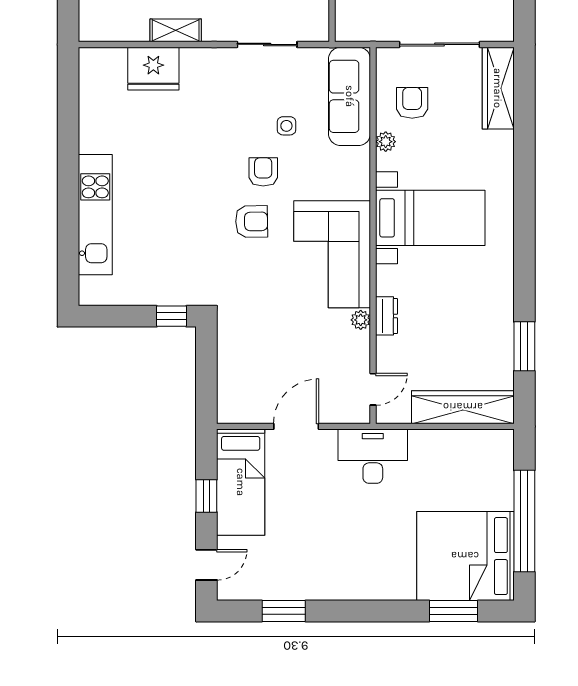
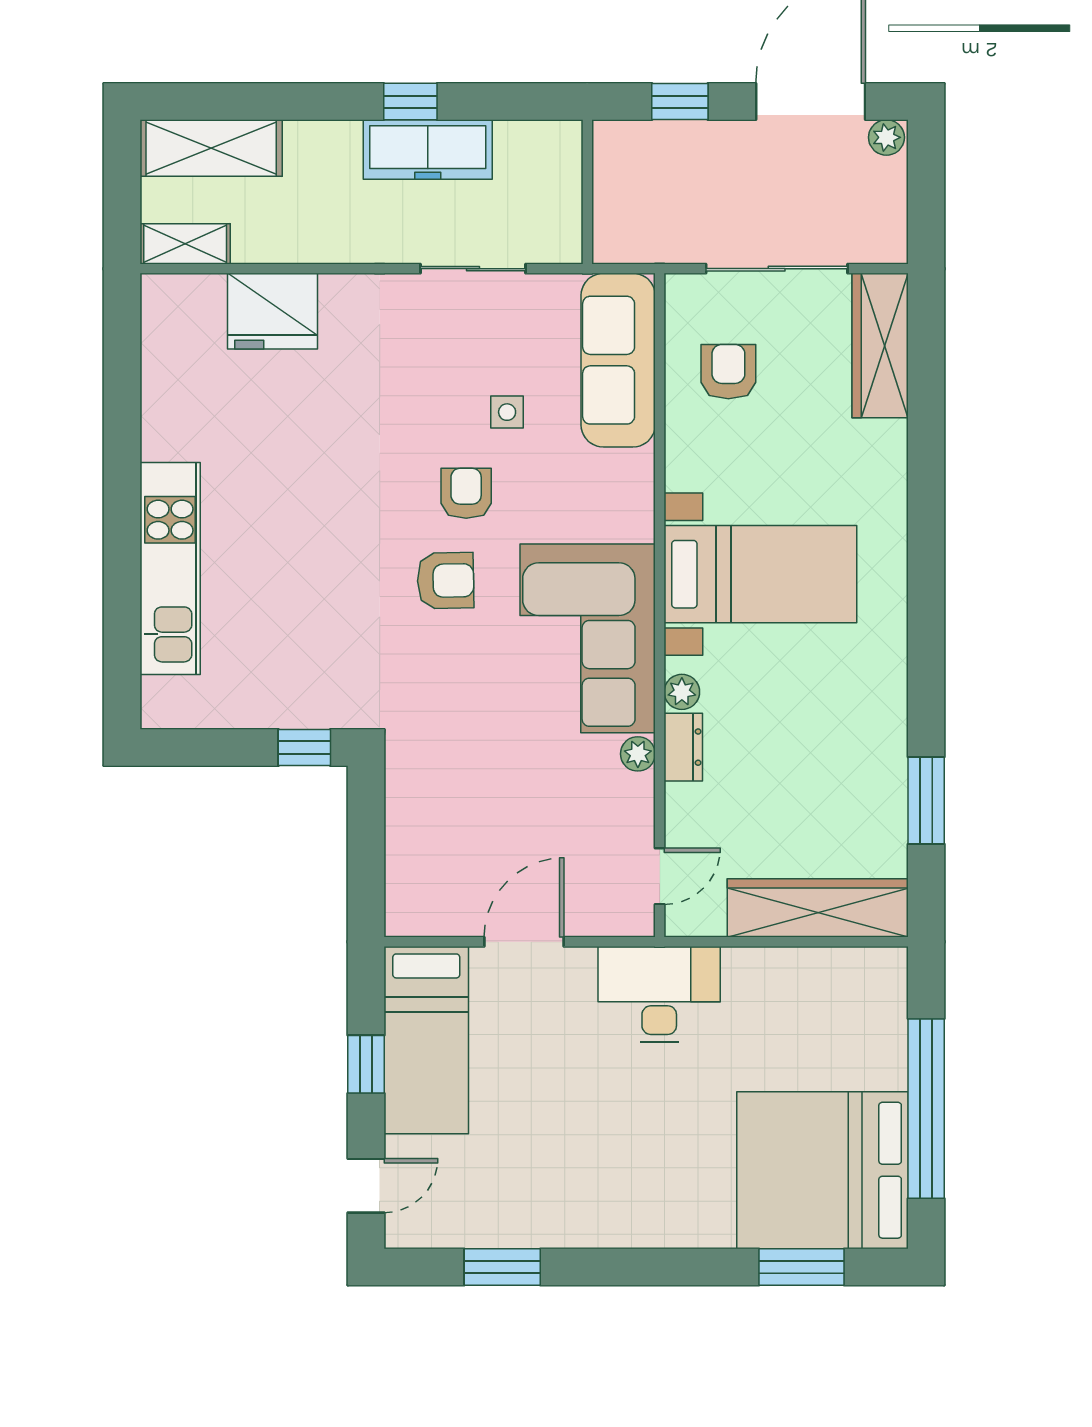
shelving: (176, 30) -> (185, 244), moved
plant: (386, 142) -> (682, 692), moved

